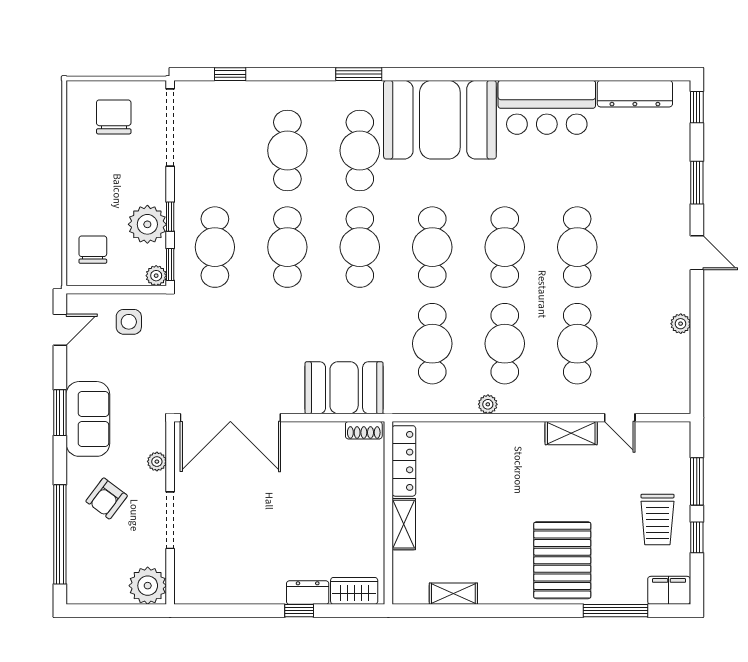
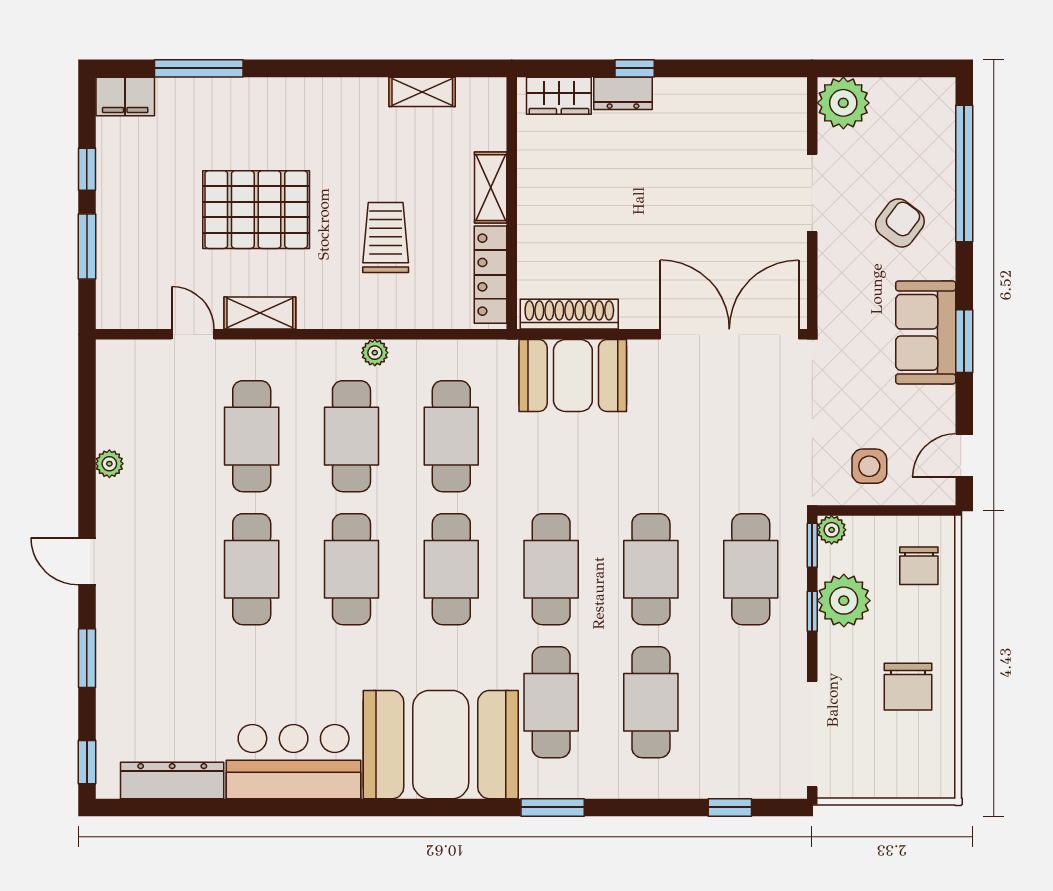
chair: (114, 117) -> (908, 687), moved
shoe rack: (364, 430) -> (569, 314), width x1.94, depth x1.24
plant: (157, 462) -> (831, 274), removed
trolley: (657, 519) -> (386, 238), moved
pallet: (562, 560) -> (256, 210), moved, turned 90

